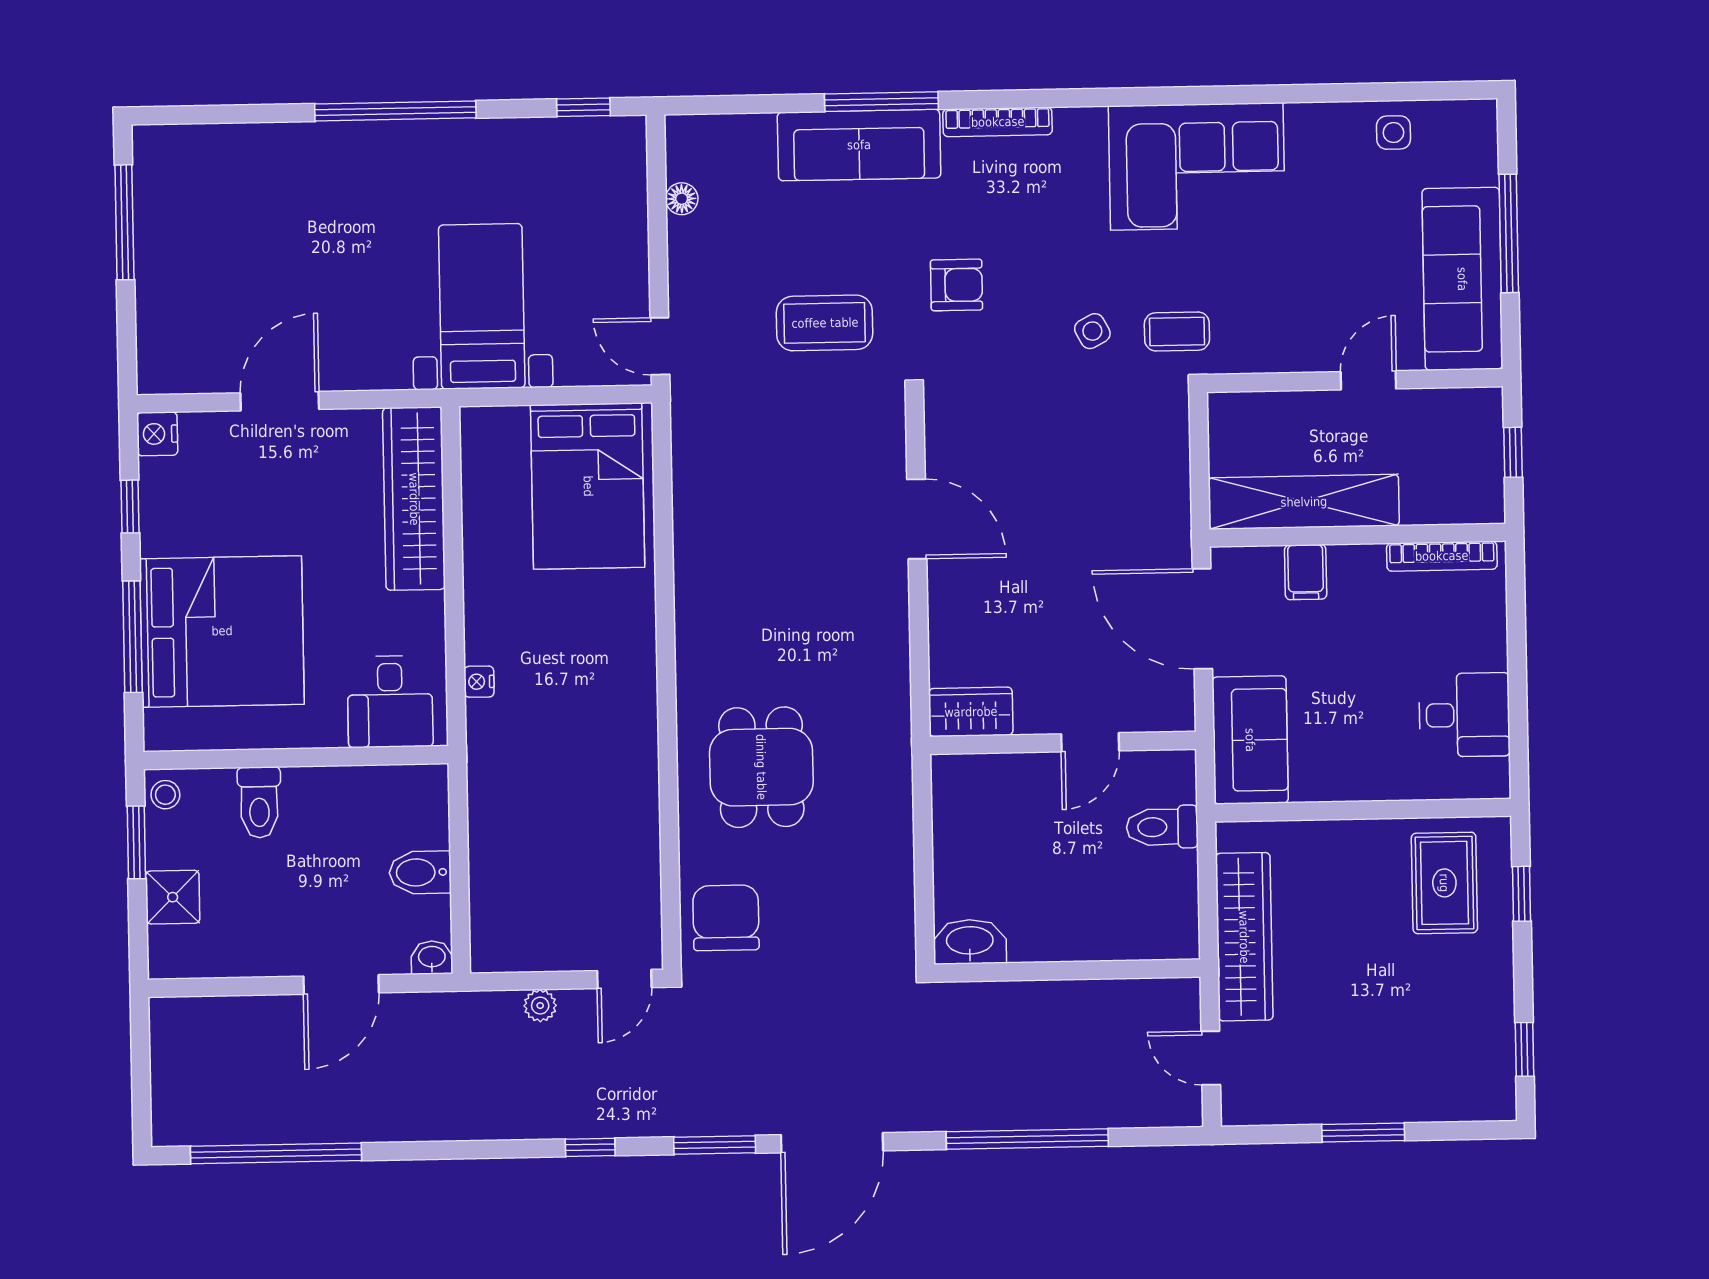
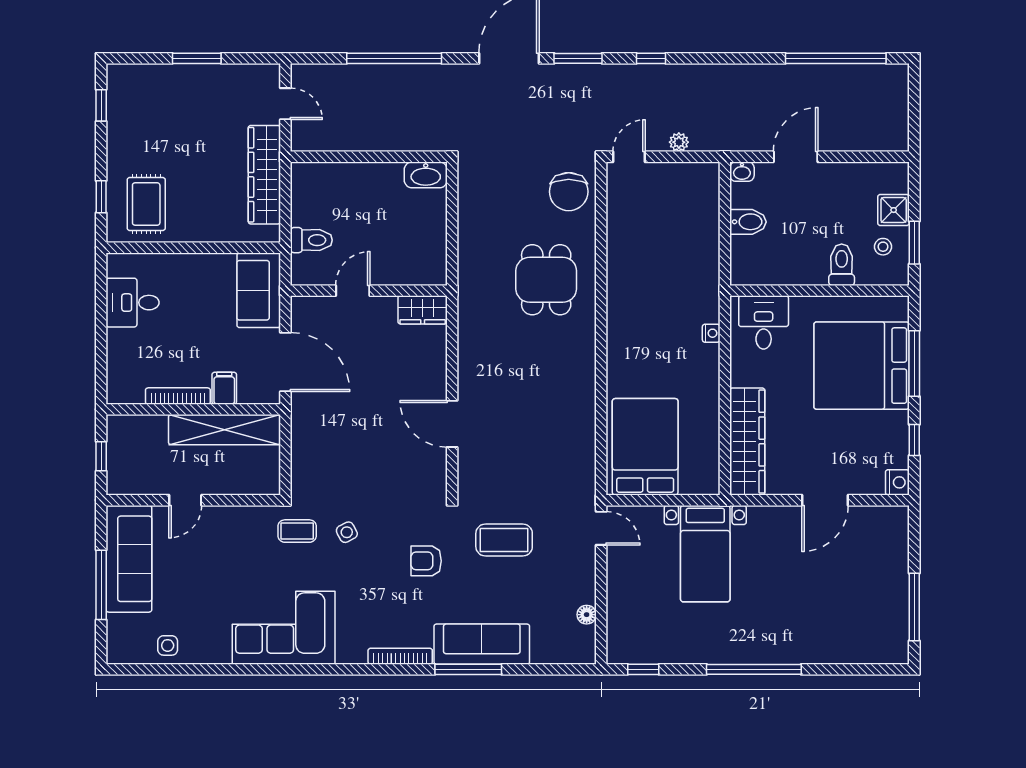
bookcase: (1442, 556) -> (178, 396), moved
stool: (165, 795) -> (883, 247), moved

